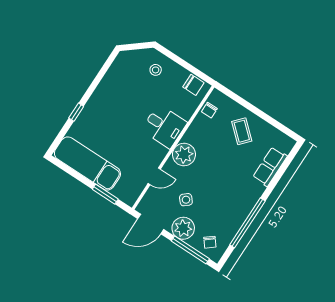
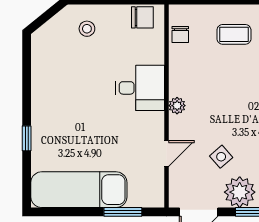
coffee table: (242, 131) -> (234, 34), turned -42
plant: (184, 154) -> (177, 106), width x0.53, depth x0.53

